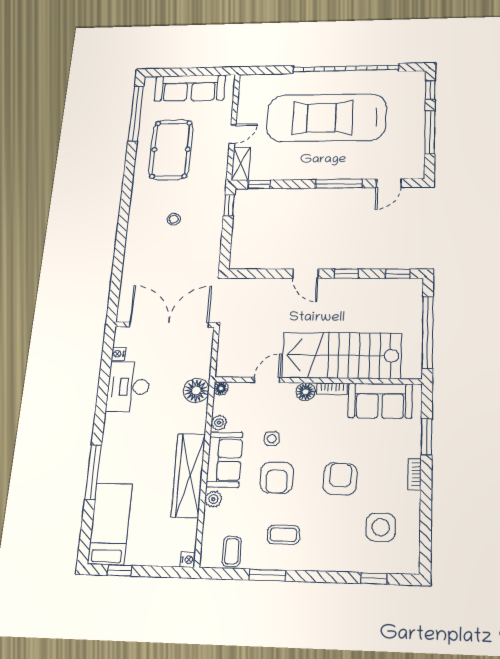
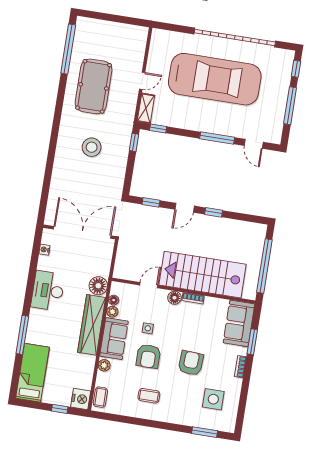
sofa: (190, 88) -> (112, 33), removed
car: (326, 118) -> (215, 79), turned 180
door: (389, 183) -> (254, 144), hinge flipped
stool: (174, 219) -> (92, 147), width x1.89, depth x1.89
door: (306, 274) -> (185, 208), hinge flipped
window: (398, 274) -> (151, 202), moved
desk: (128, 387) -> (48, 291), moved
floor lamp: (221, 388) -> (114, 300), moved
sofa: (380, 401) -> (239, 323), moved, turned 90
wardrobe: (188, 475) -> (92, 325), moved
coffee table: (232, 551) -> (100, 397), moved
nightstand: (188, 560) -> (81, 399), width x1.89, depth x1.79
window: (120, 570) -> (60, 409), moved
window: (267, 575) -> (136, 421), removed
window: (374, 578) -> (205, 432), width x1.50

